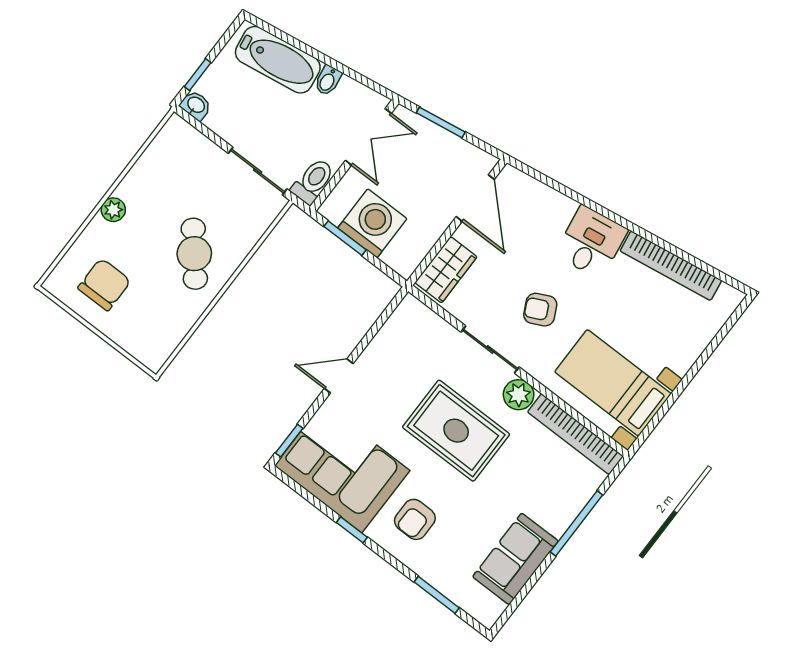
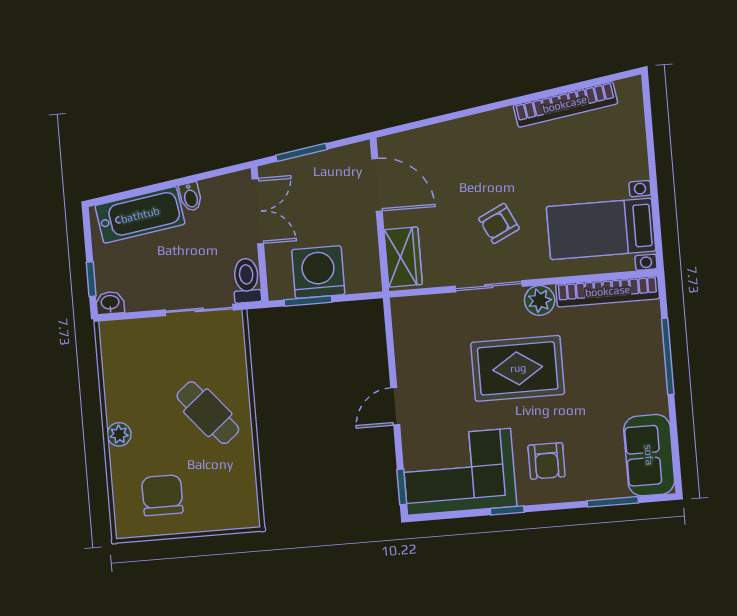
desk: (591, 242) -> (491, 140), removed
sofa: (515, 559) -> (649, 455), moved

